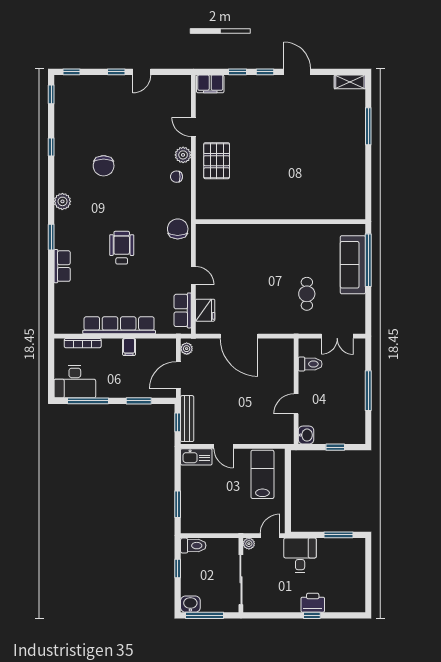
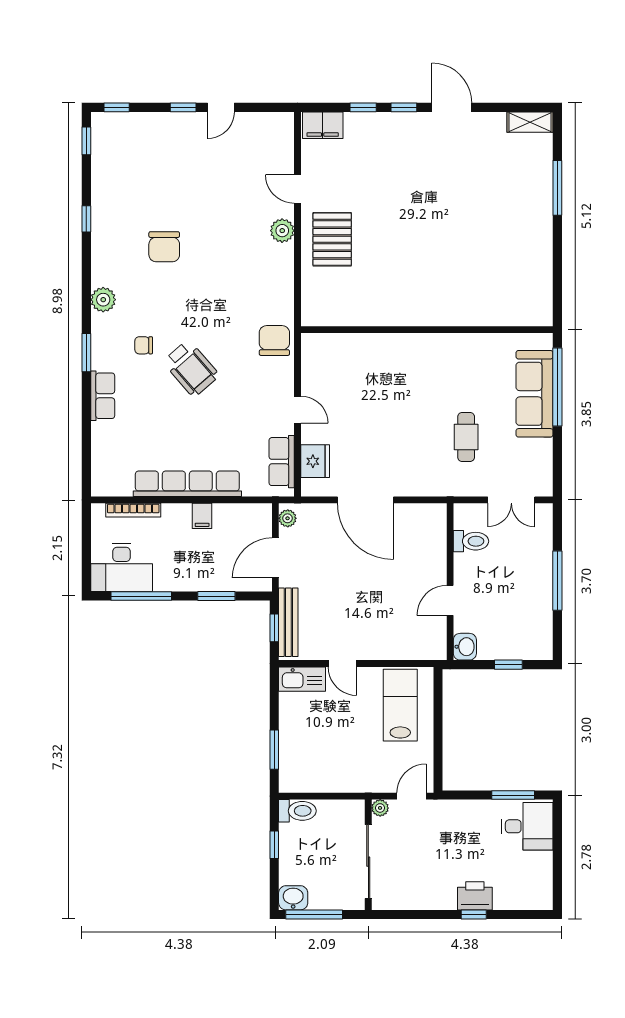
chair: (176, 177) -> (144, 345), moved
wheelchair: (122, 248) -> (191, 368), turned 139
desk: (300, 555) -> (527, 826), moved, turned 90

